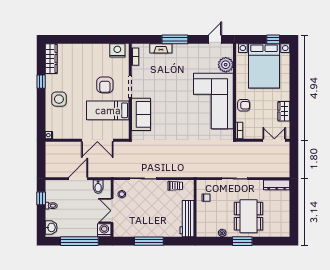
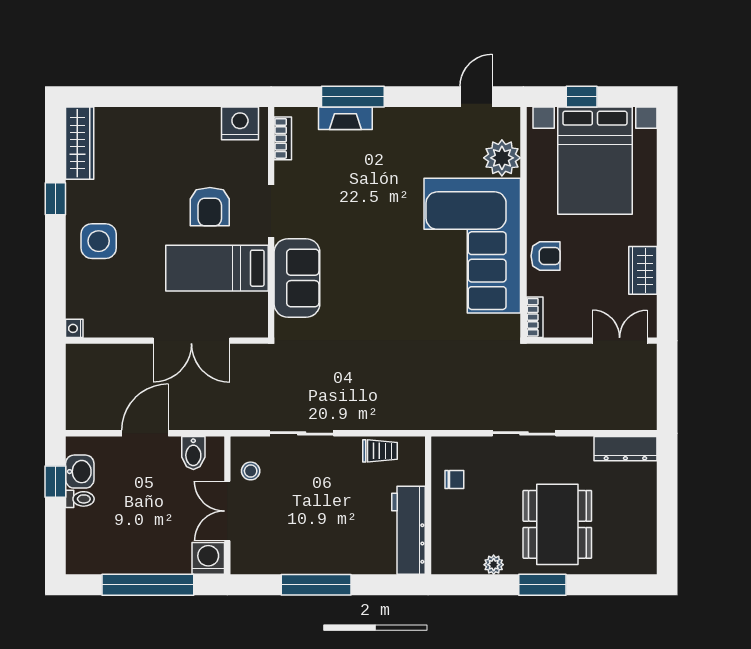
window: (175, 39) -> (353, 97), moved
window: (273, 39) -> (582, 97), moved
washbasin: (51, 227) -> (80, 472), moved

